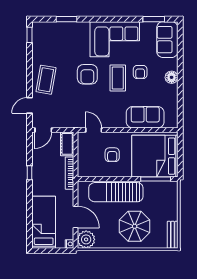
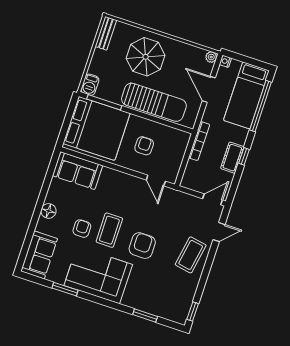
window: (154, 19) -> (65, 289), moved
sofa: (145, 117) -> (77, 171), moved
cot: (67, 144) -> (232, 158), moved
barbecue: (172, 189) -> (90, 85), added
window: (29, 217) -> (261, 106), added
plant: (86, 239) -> (211, 57), width x0.53, depth x0.53

